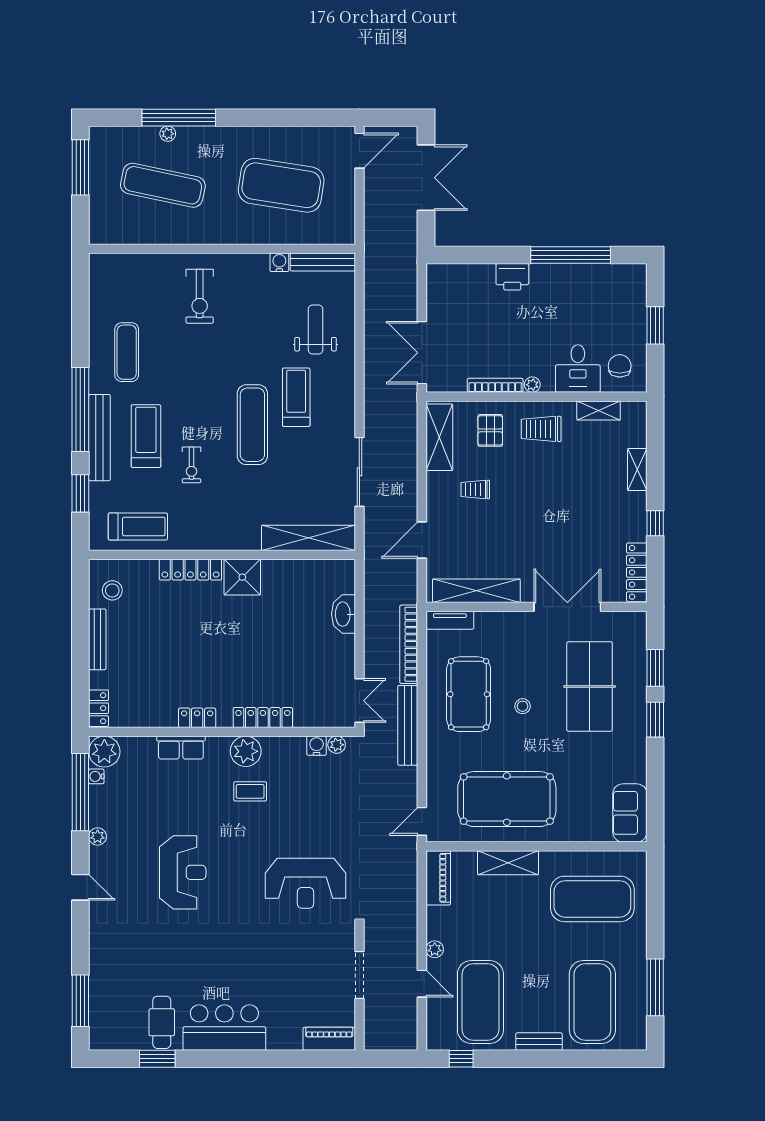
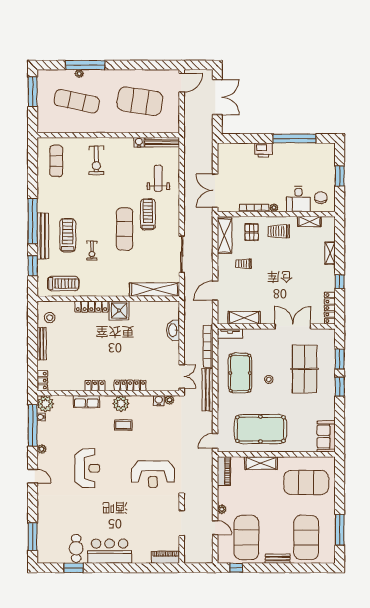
exercise mat: (127, 352) -> (56, 161), moved
shelving: (476, 591) -> (244, 318), width x0.68

